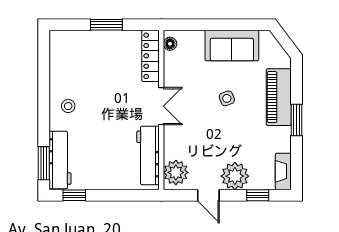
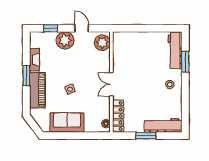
workbench: (148, 155) -> (163, 125), moved, turned -90
window: (44, 163) -> (185, 62), moved
fireplace: (283, 171) -> (35, 60), moved
window: (74, 195) -> (166, 28), removed

